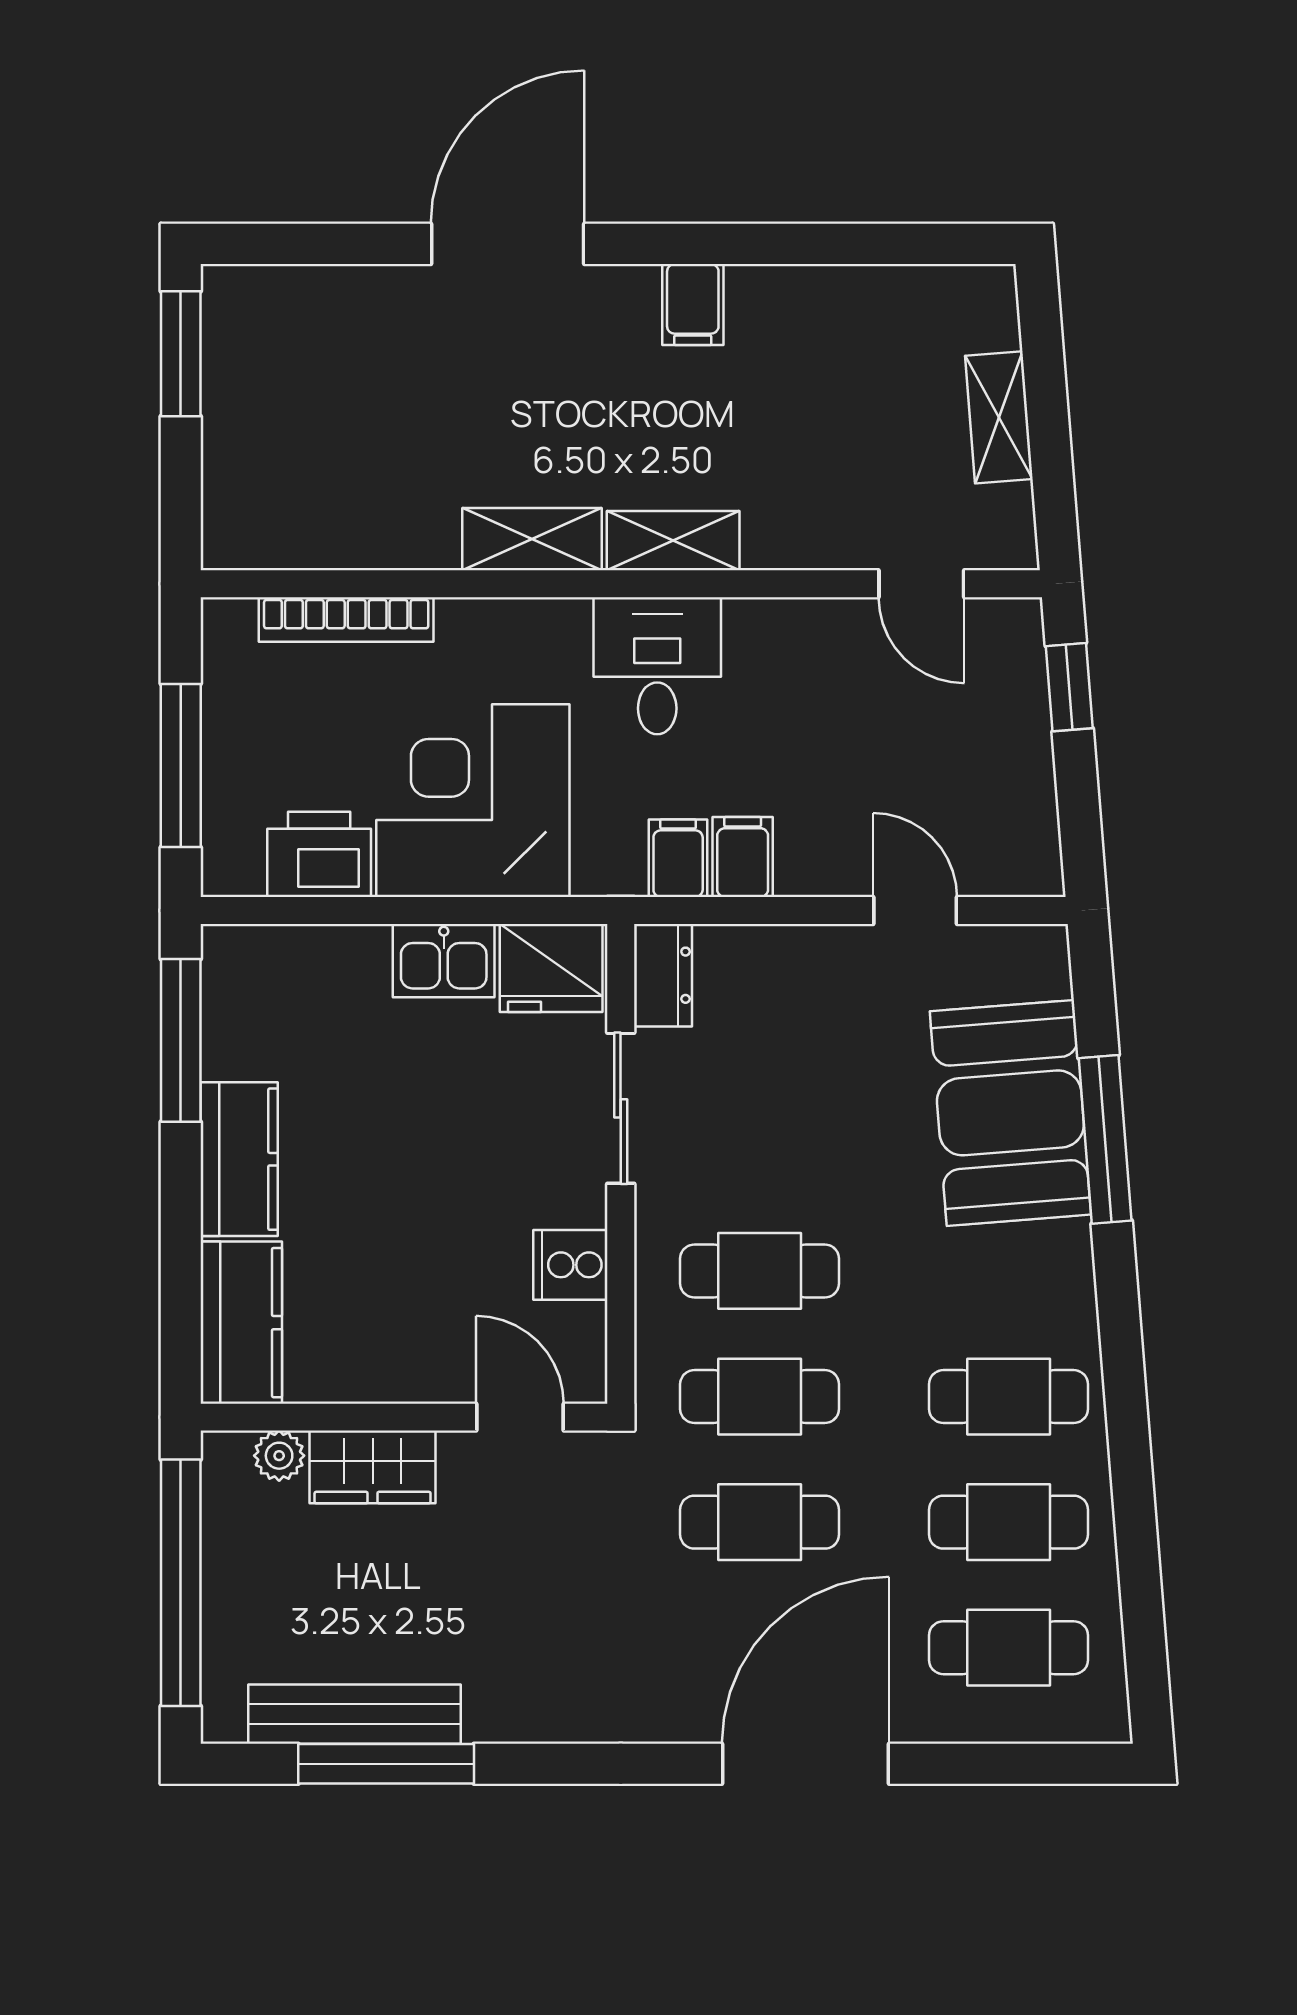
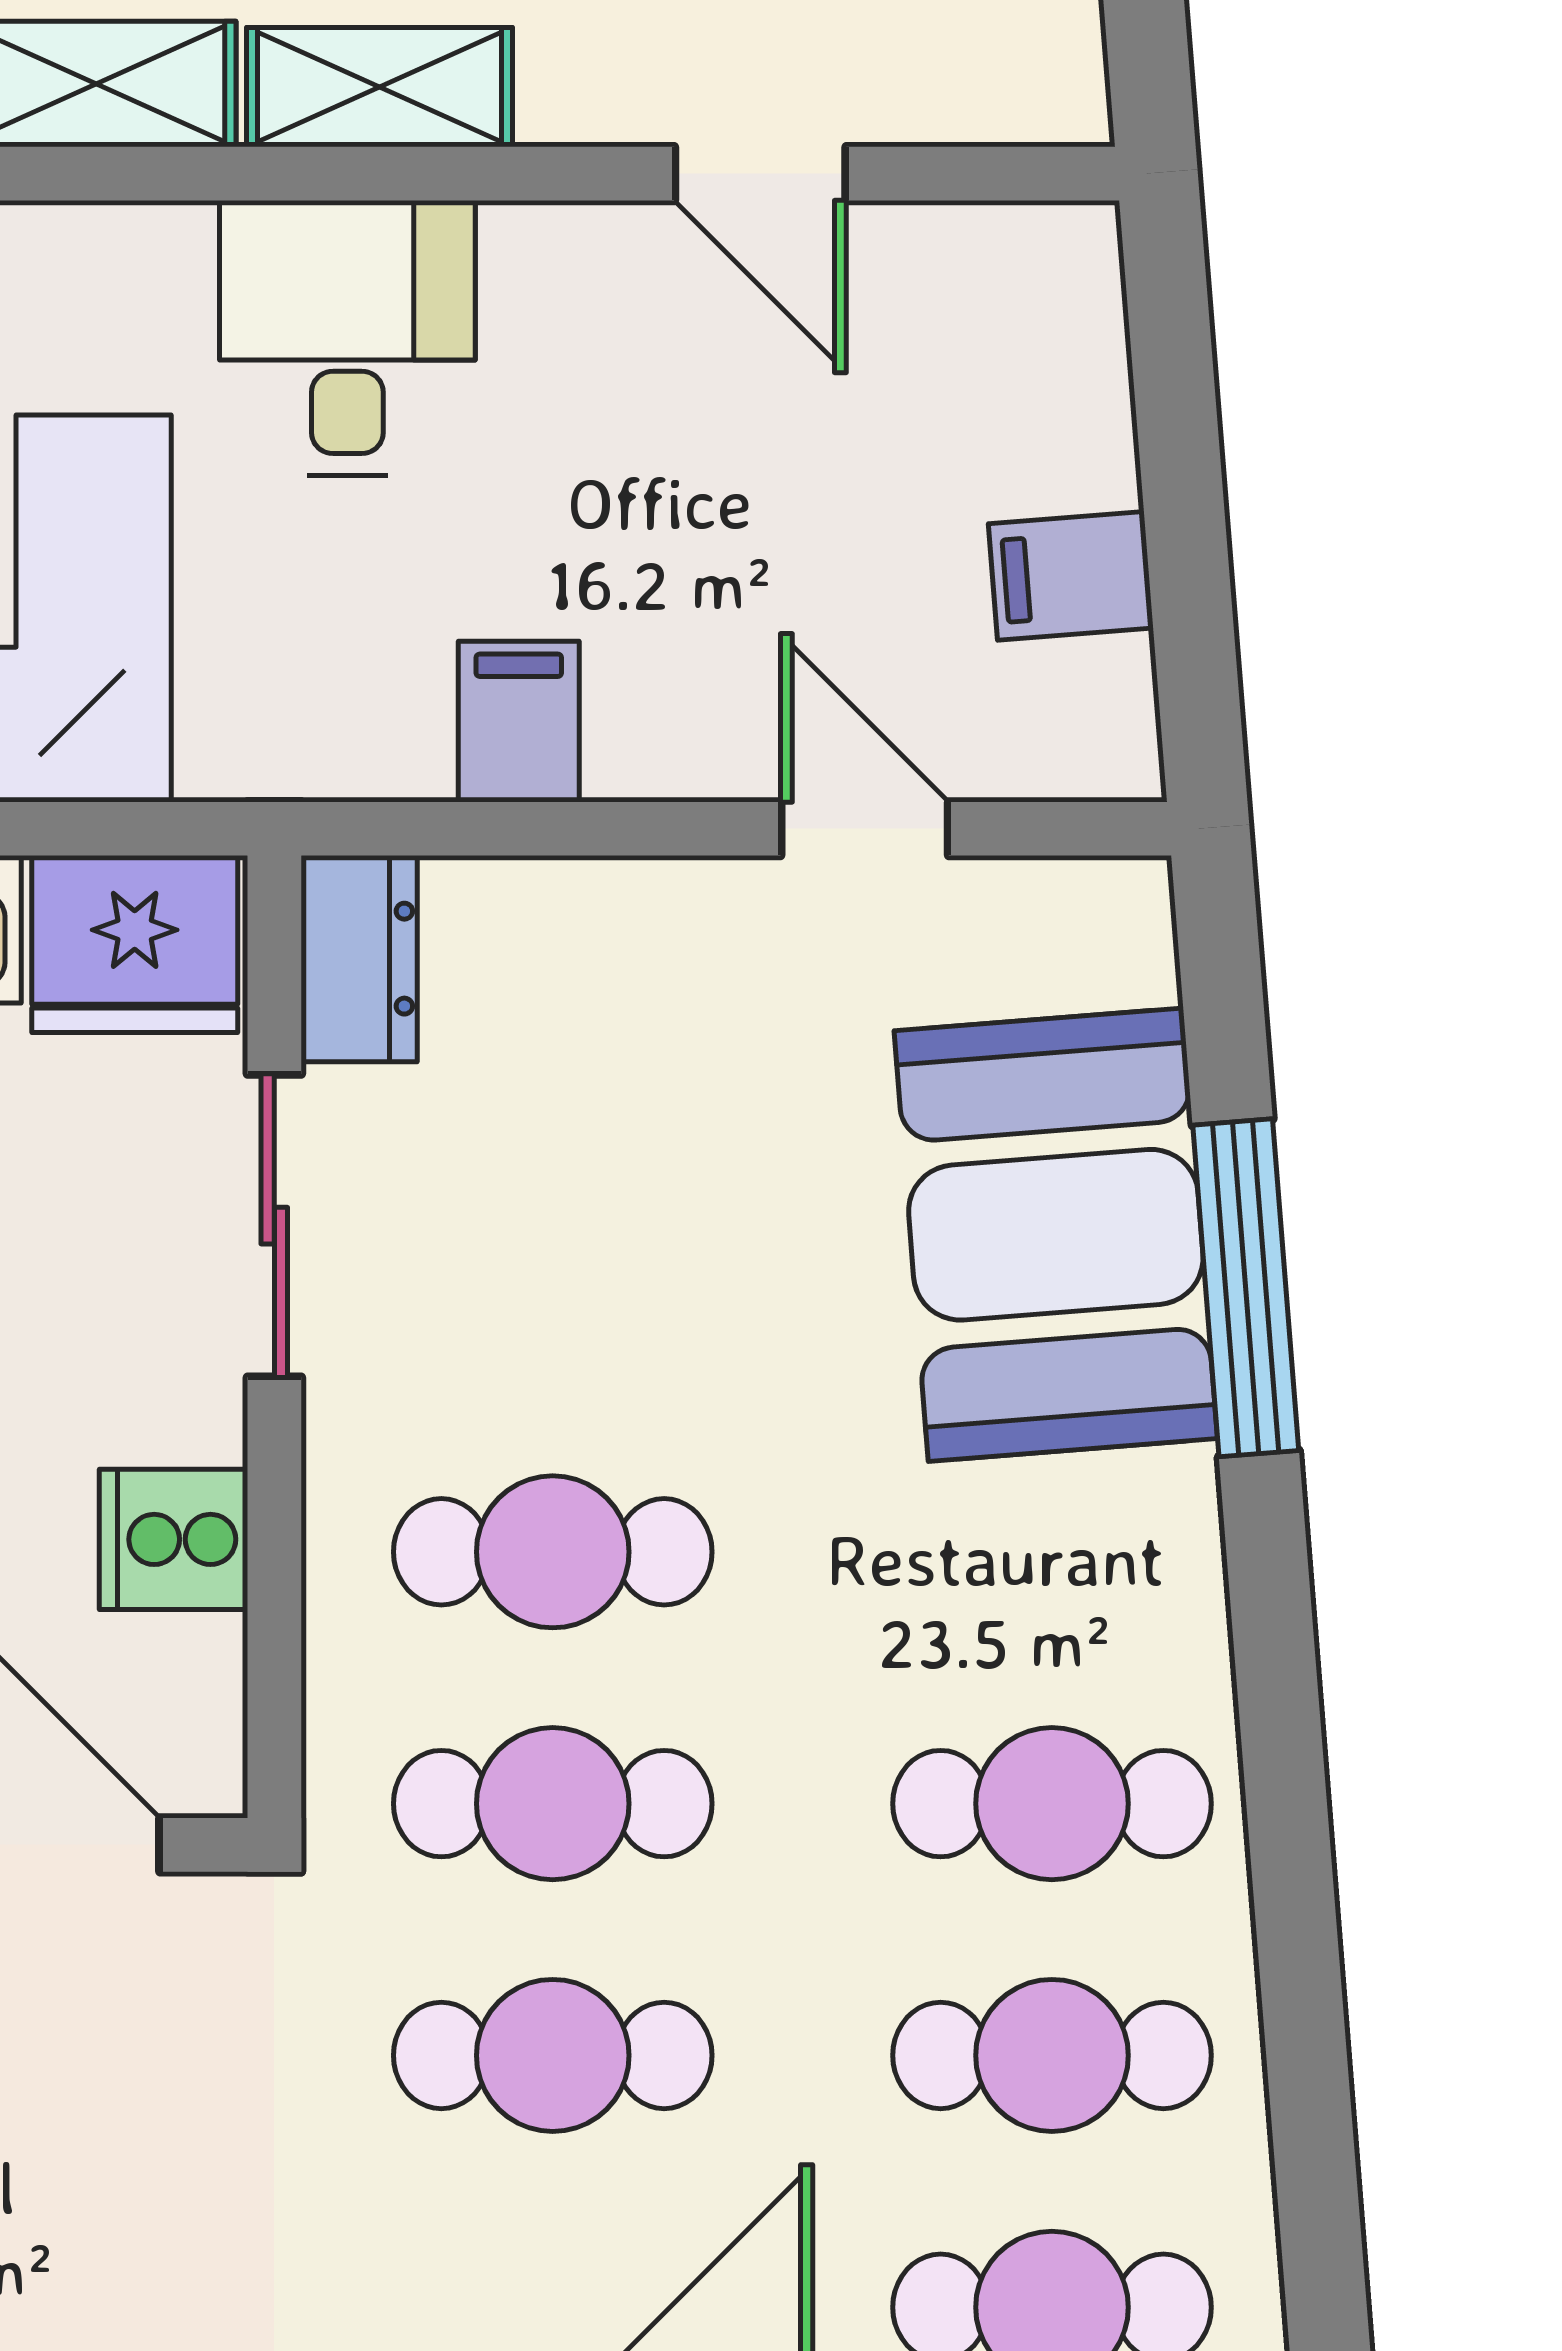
door: (921, 584) -> (760, 174), moved
window: (1069, 687) -> (1174, 381), removed
filing cabinet: (678, 858) -> (1071, 576), moved, turned -95

